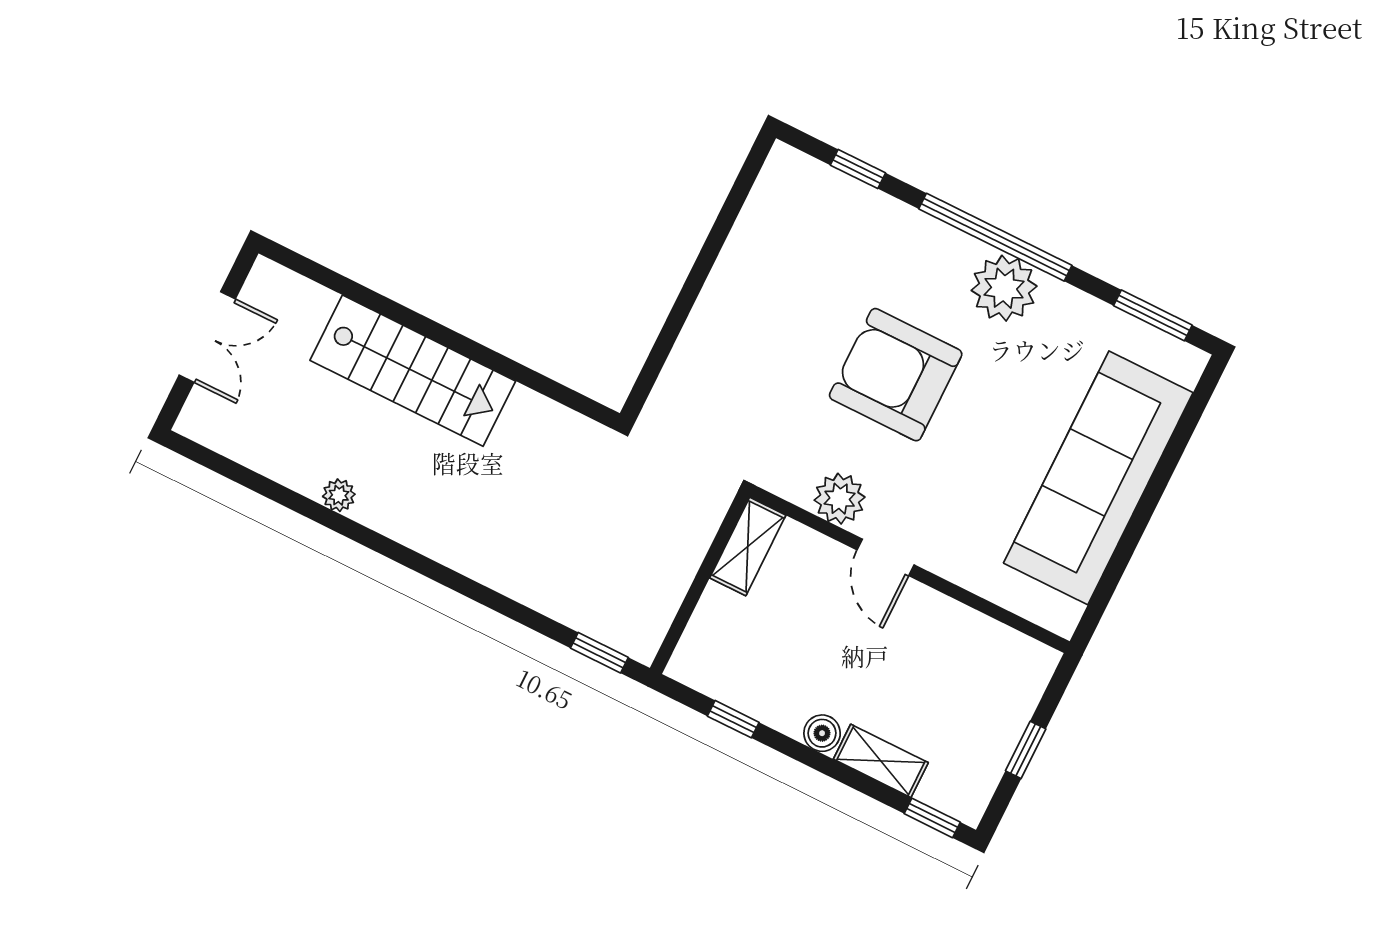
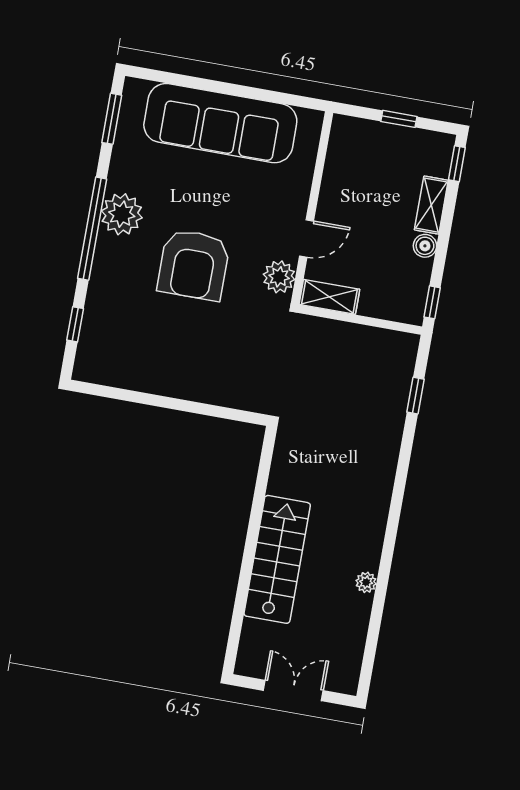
shelving: (748, 546) -> (329, 297), moved
wall: (700, 583) -> (360, 320), moved

